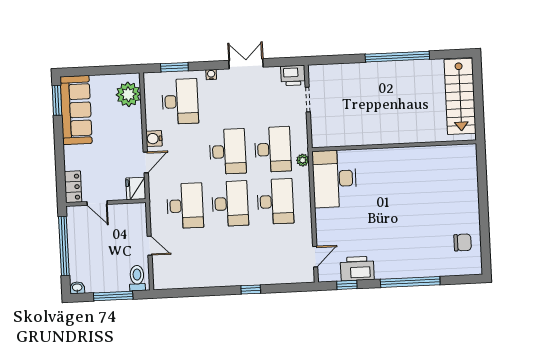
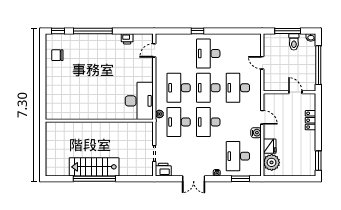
stairs: (460, 96) -> (94, 167), moved, turned -90
sofa: (76, 110) -> (306, 154), removed
door: (146, 162) -> (262, 117), swing flipped
locker: (73, 187) -> (311, 120), moved
fridge: (136, 189) -> (270, 146), moved
desk: (233, 256) -> (208, 54), added
printer: (357, 269) -> (127, 39), width x0.53, depth x0.68
toilet: (137, 278) -> (294, 42), moved
window: (347, 285) -> (58, 31), moved

